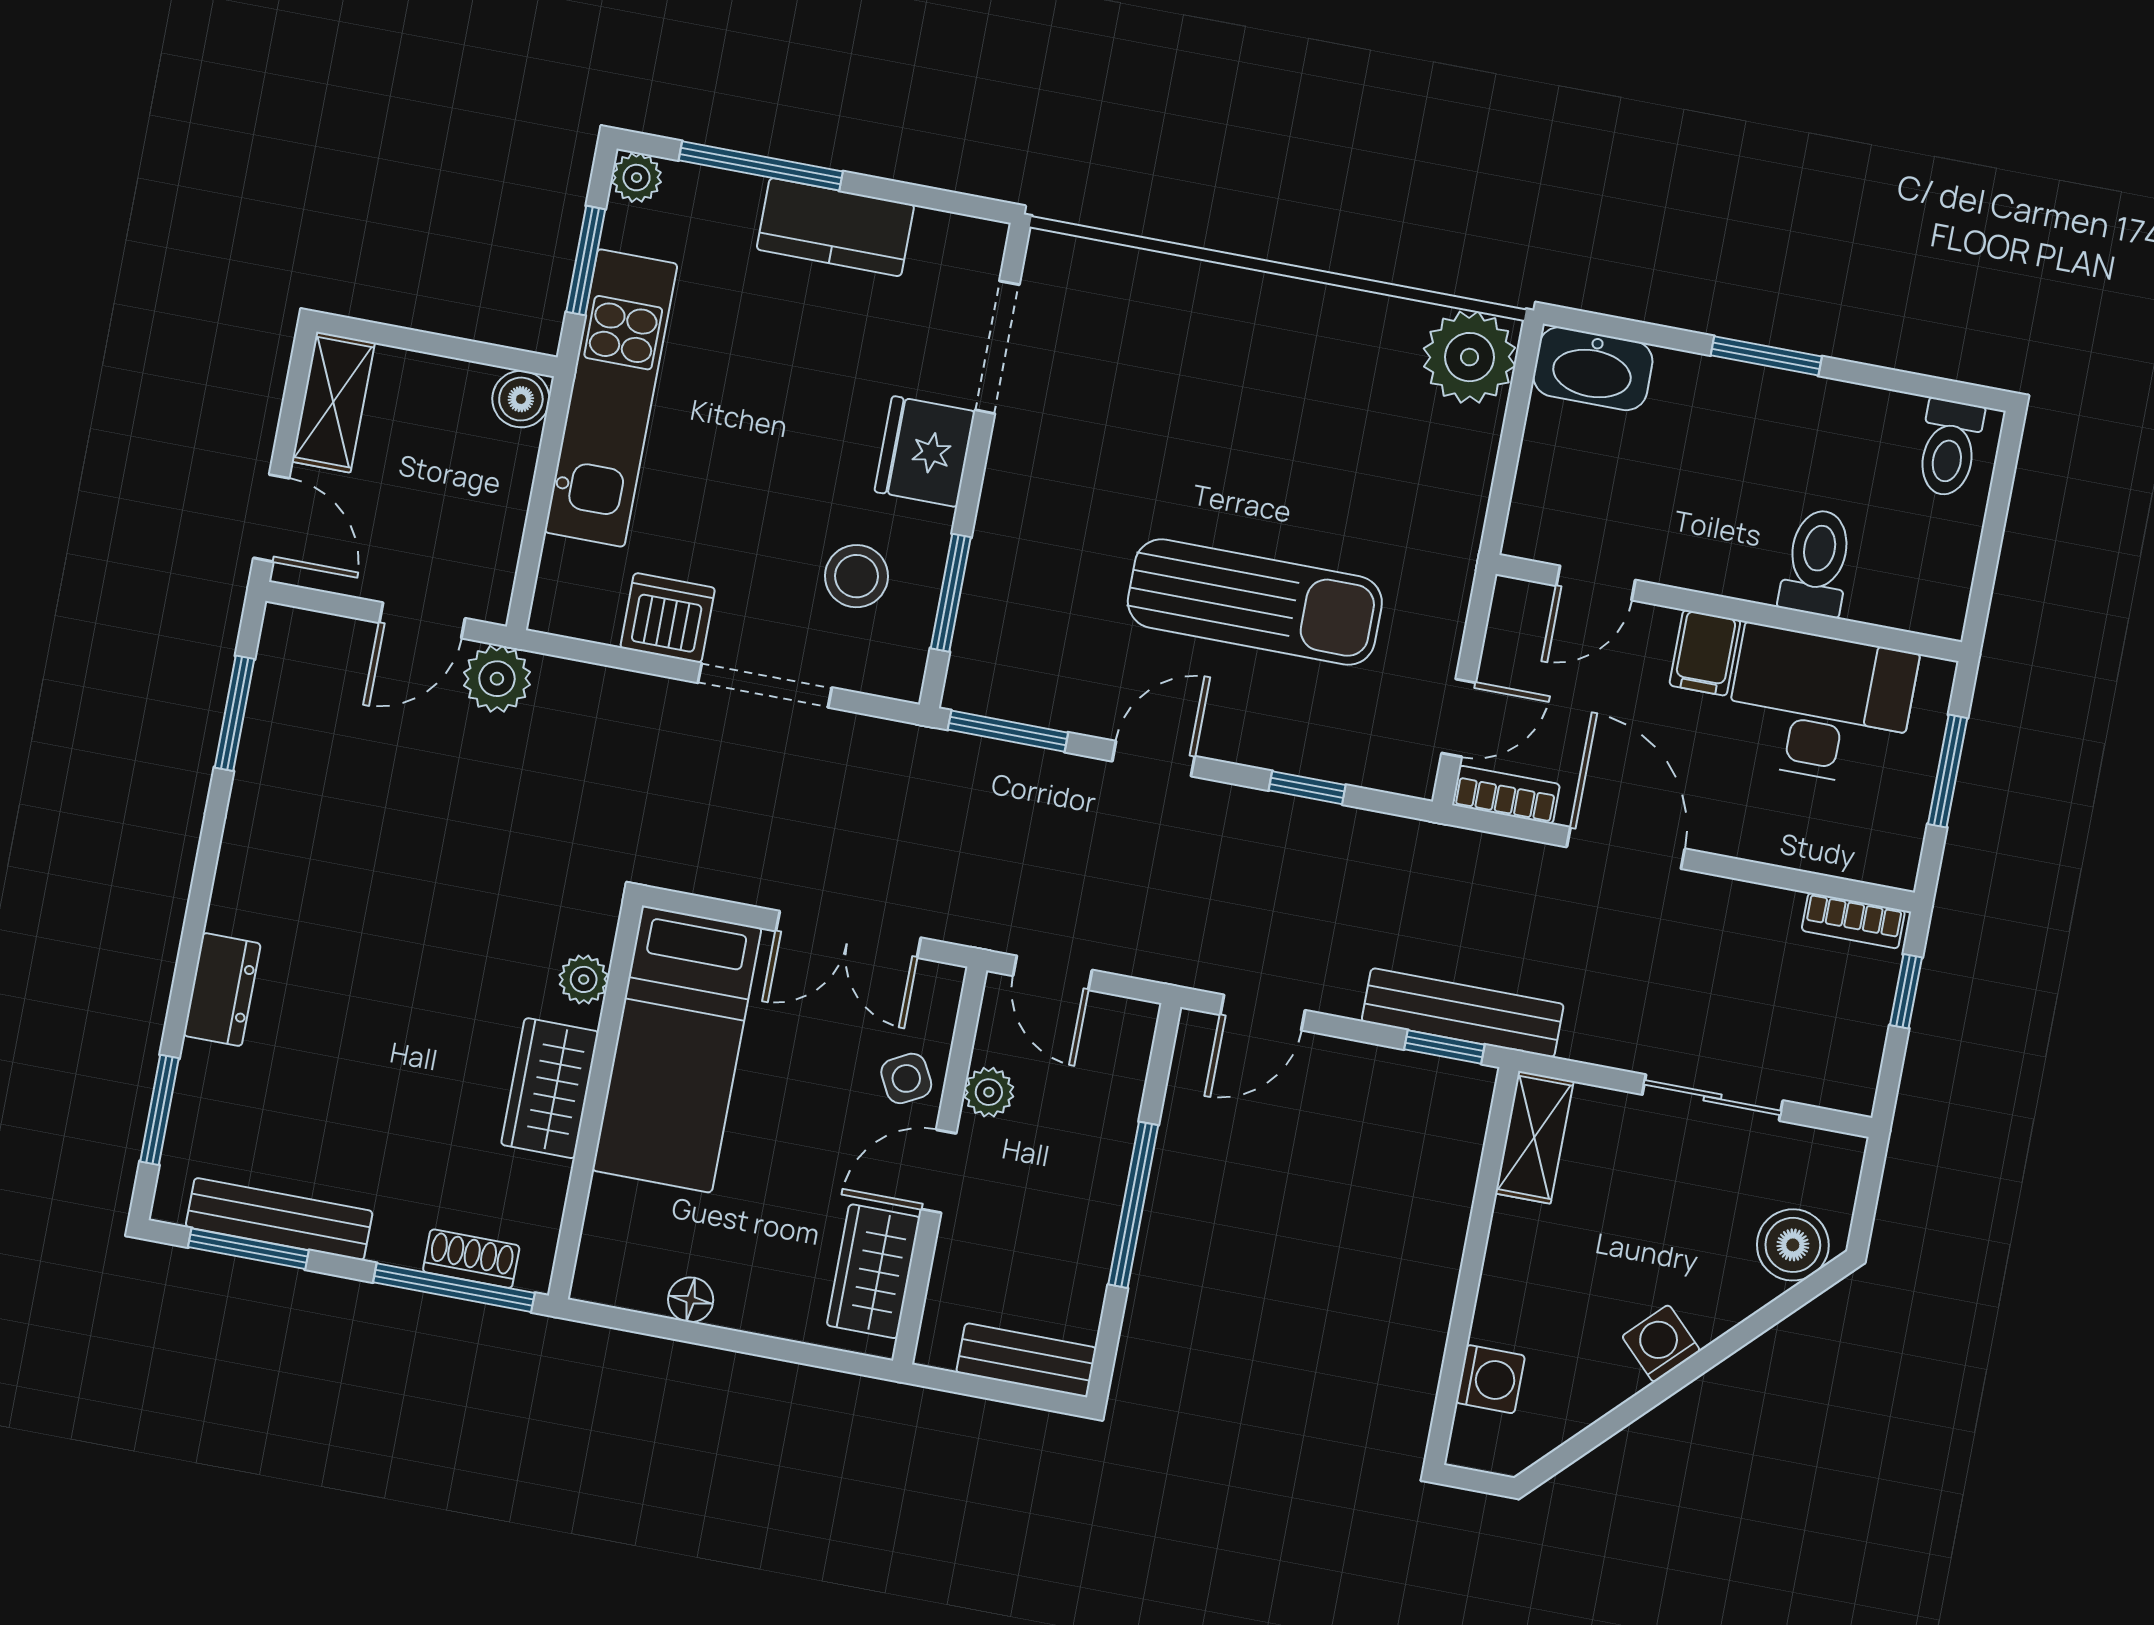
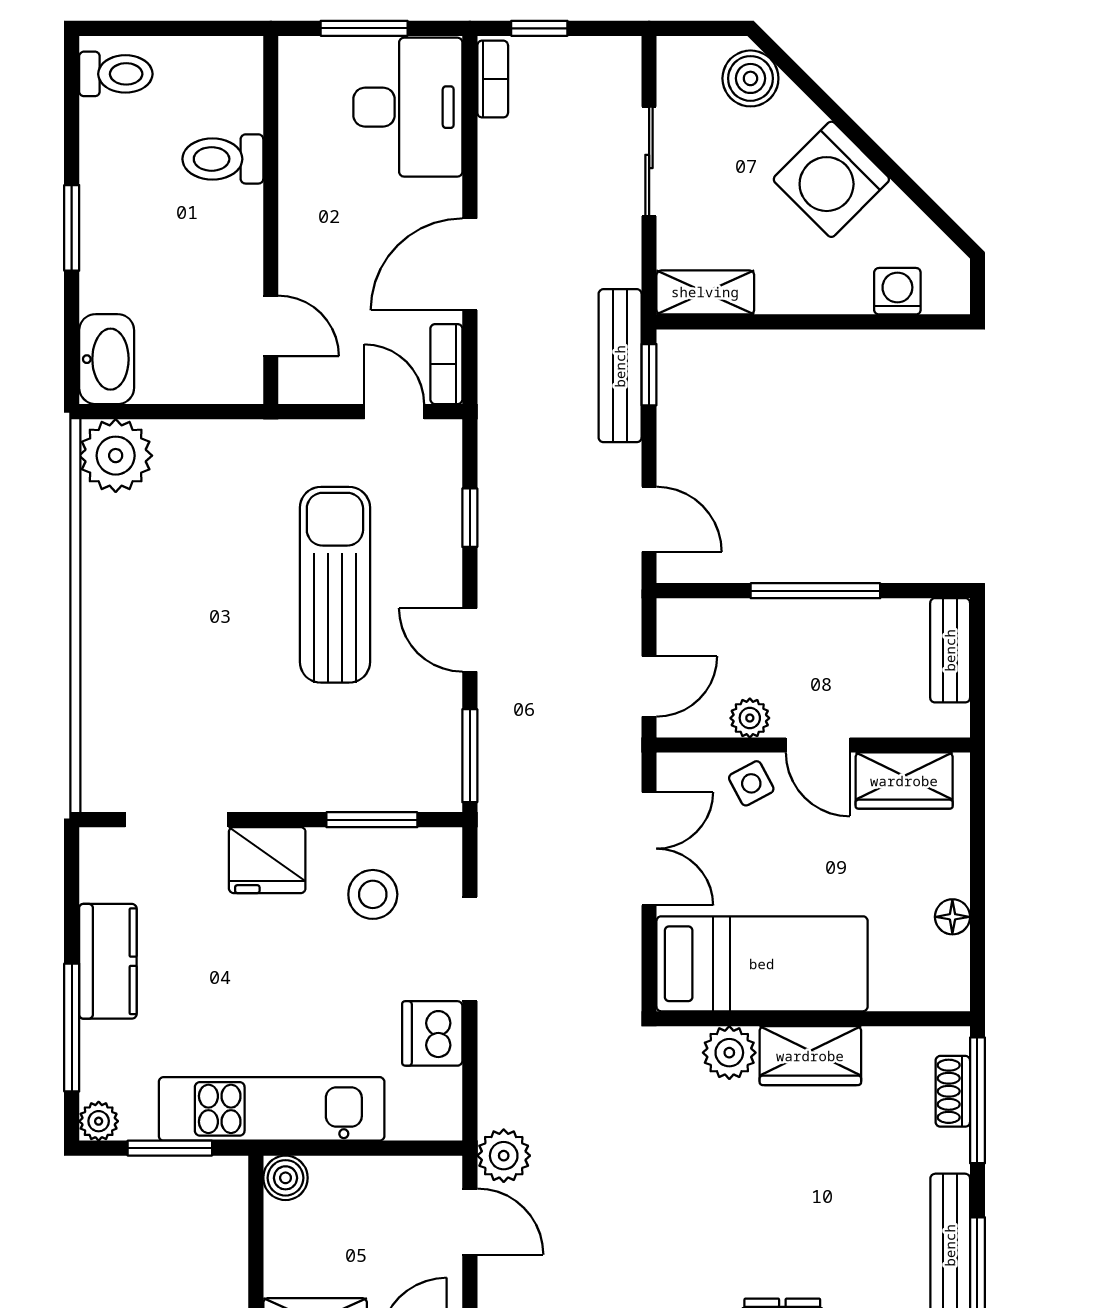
filing cabinet: (1705, 653) -> (309, 232), removed
desk: (1820, 706) -> (408, 107), moved, turned 180
plant: (584, 979) -> (729, 1053), width x1.38, depth x1.38
washing machine: (1661, 1344) -> (831, 179), width x1.89, depth x1.89

